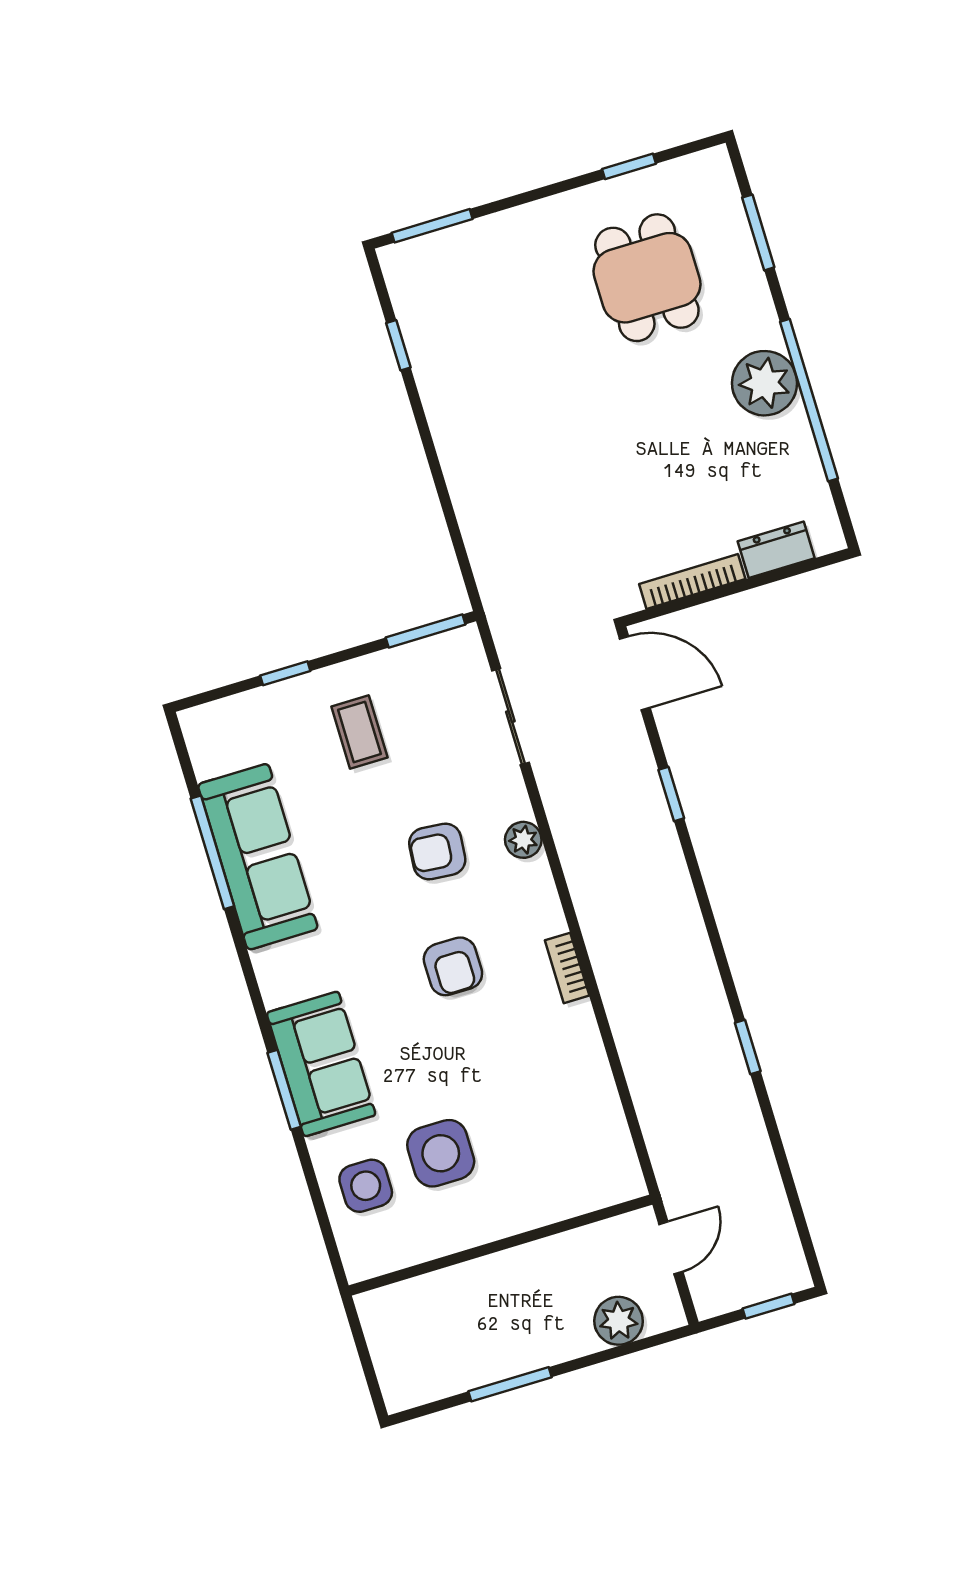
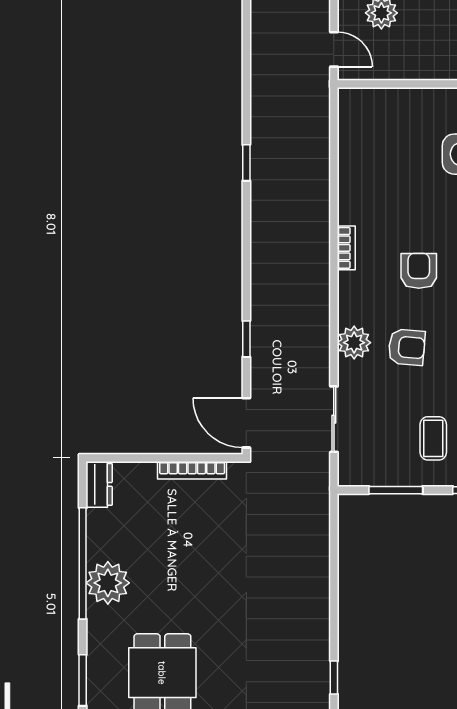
dresser: (776, 550) -> (99, 484), moved, turned -90
window: (426, 631) -> (396, 490), moved
plant: (523, 840) -> (354, 343), width x1.38, depth x1.38
door: (671, 1248) -> (334, 49), swing flipped

